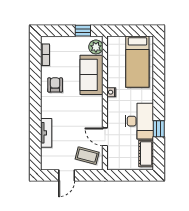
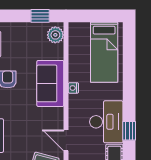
sofa: (92, 75) -> (50, 83), moved

